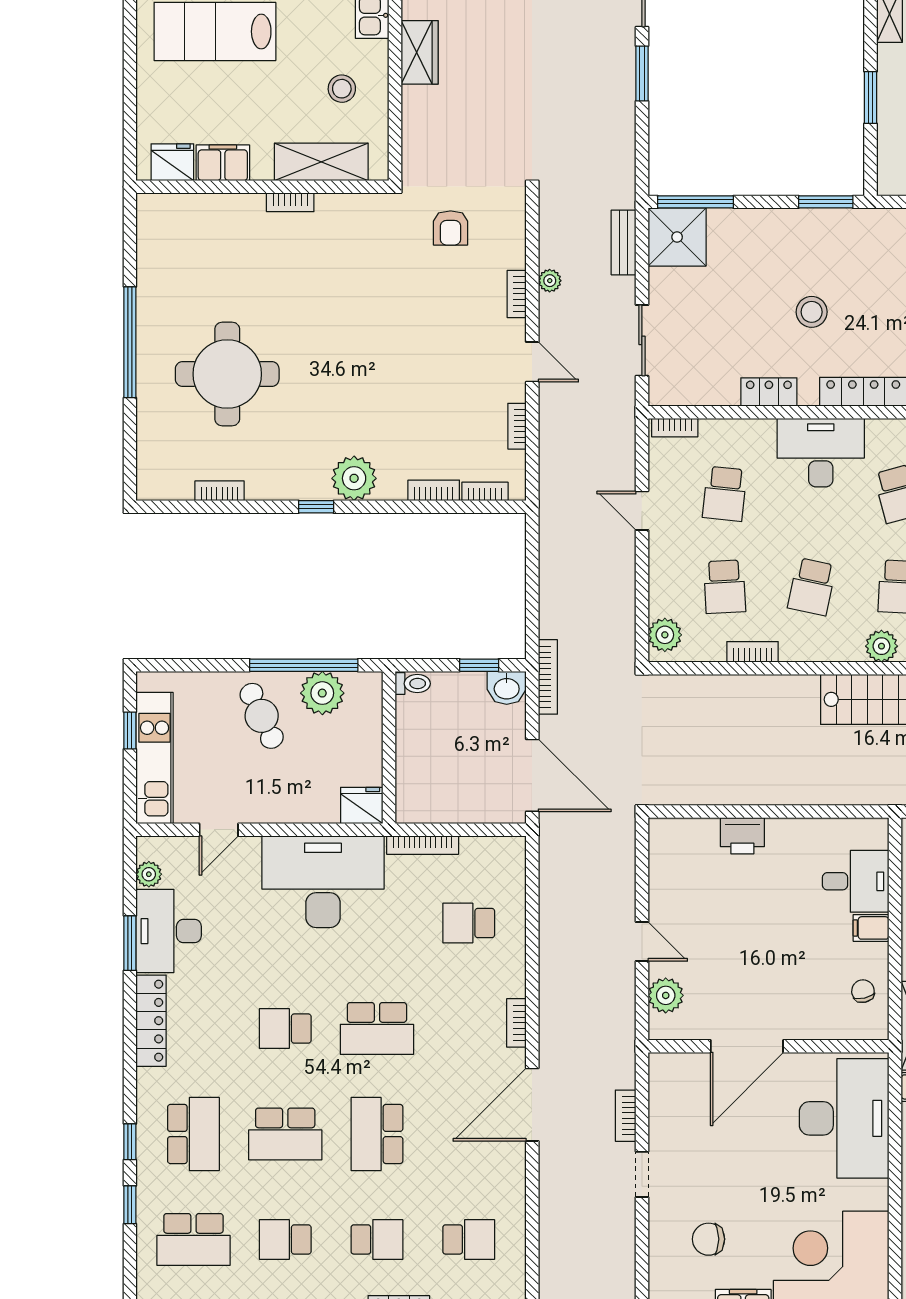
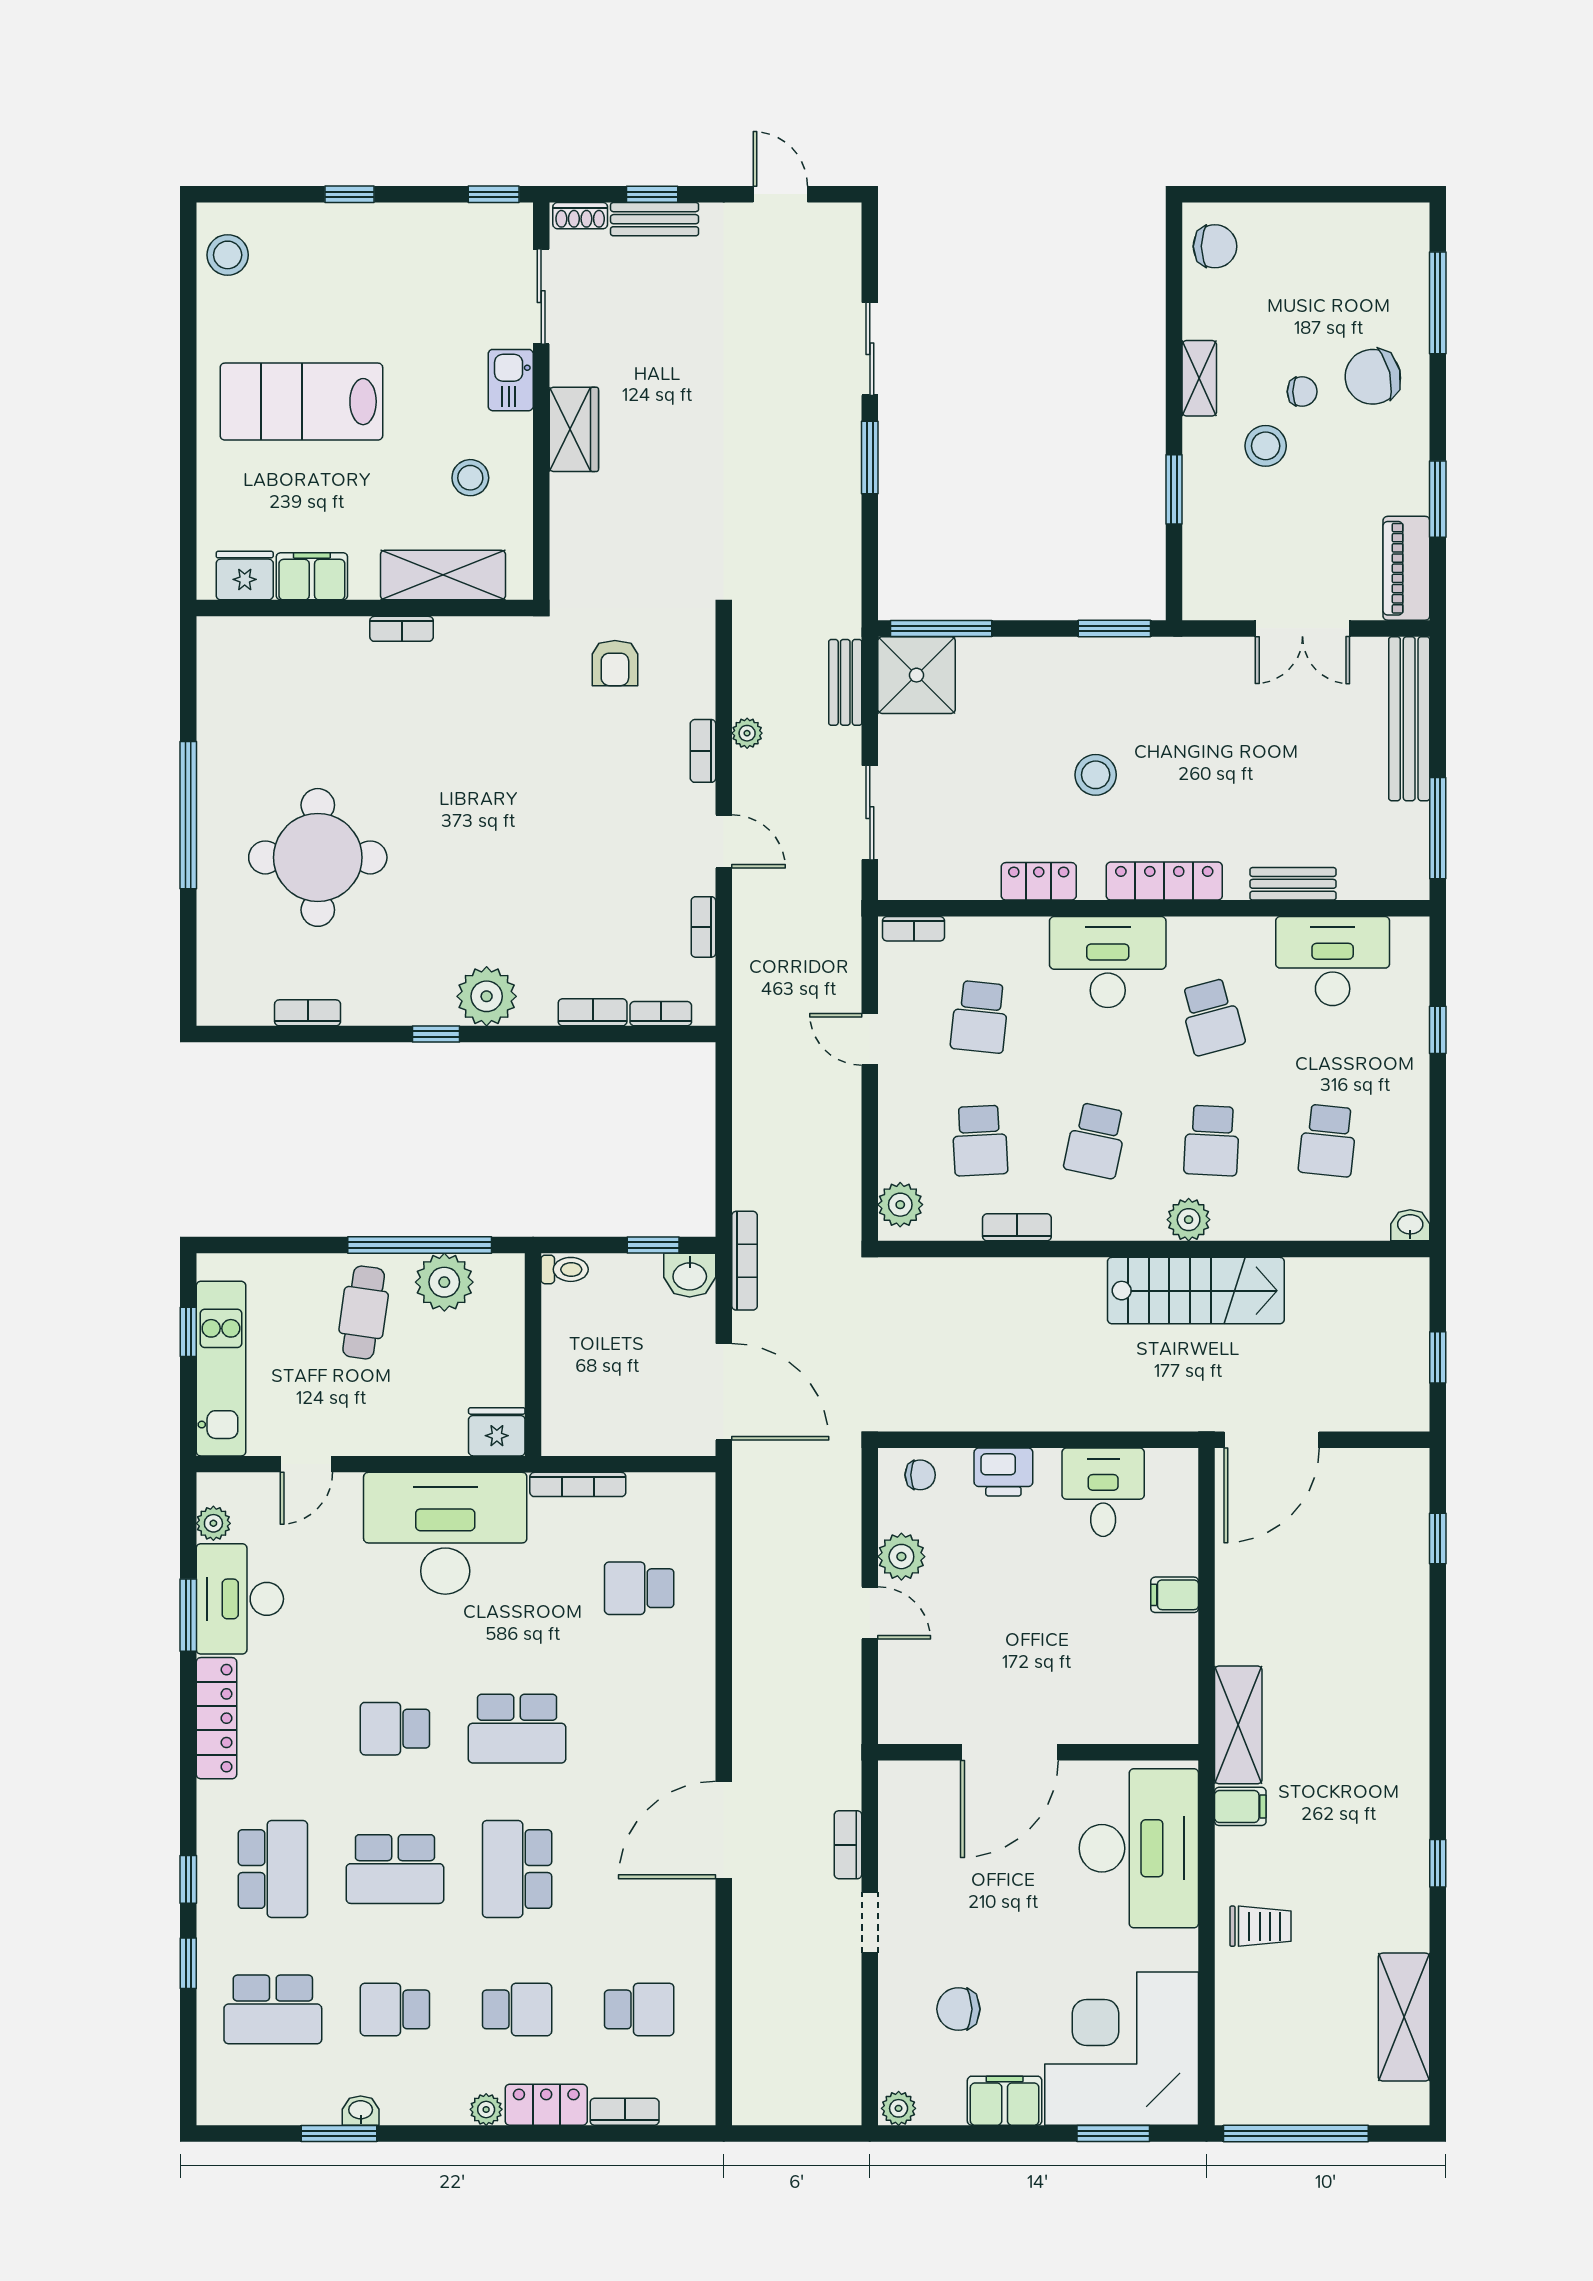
cafe table: (262, 716) -> (364, 1312), turned 33
desk: (856, 881) -> (1103, 1492), moved, turned -90
chair: (863, 991) -> (920, 1475), moved, turned 103
plant: (666, 995) -> (901, 1557), moved
bookcase: (516, 1023) -> (703, 1721), removed

